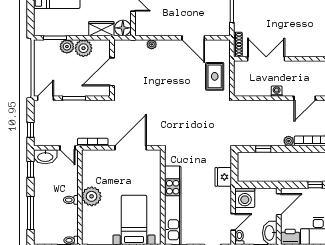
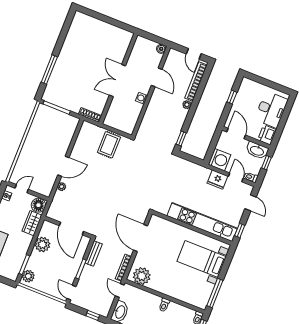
door: (193, 38) -> (63, 166), moved
plant: (67, 47) -> (28, 276), moved
double door: (266, 59) -> (117, 81), moved
rug: (215, 76) -> (109, 145), turned 90
bench: (95, 105) -> (94, 254), added
door: (68, 148) -> (120, 290), swing flipped
window: (263, 149) -> (181, 139), moved
fridge: (223, 177) -> (217, 180), moved
plant: (92, 196) -> (142, 276), moved

